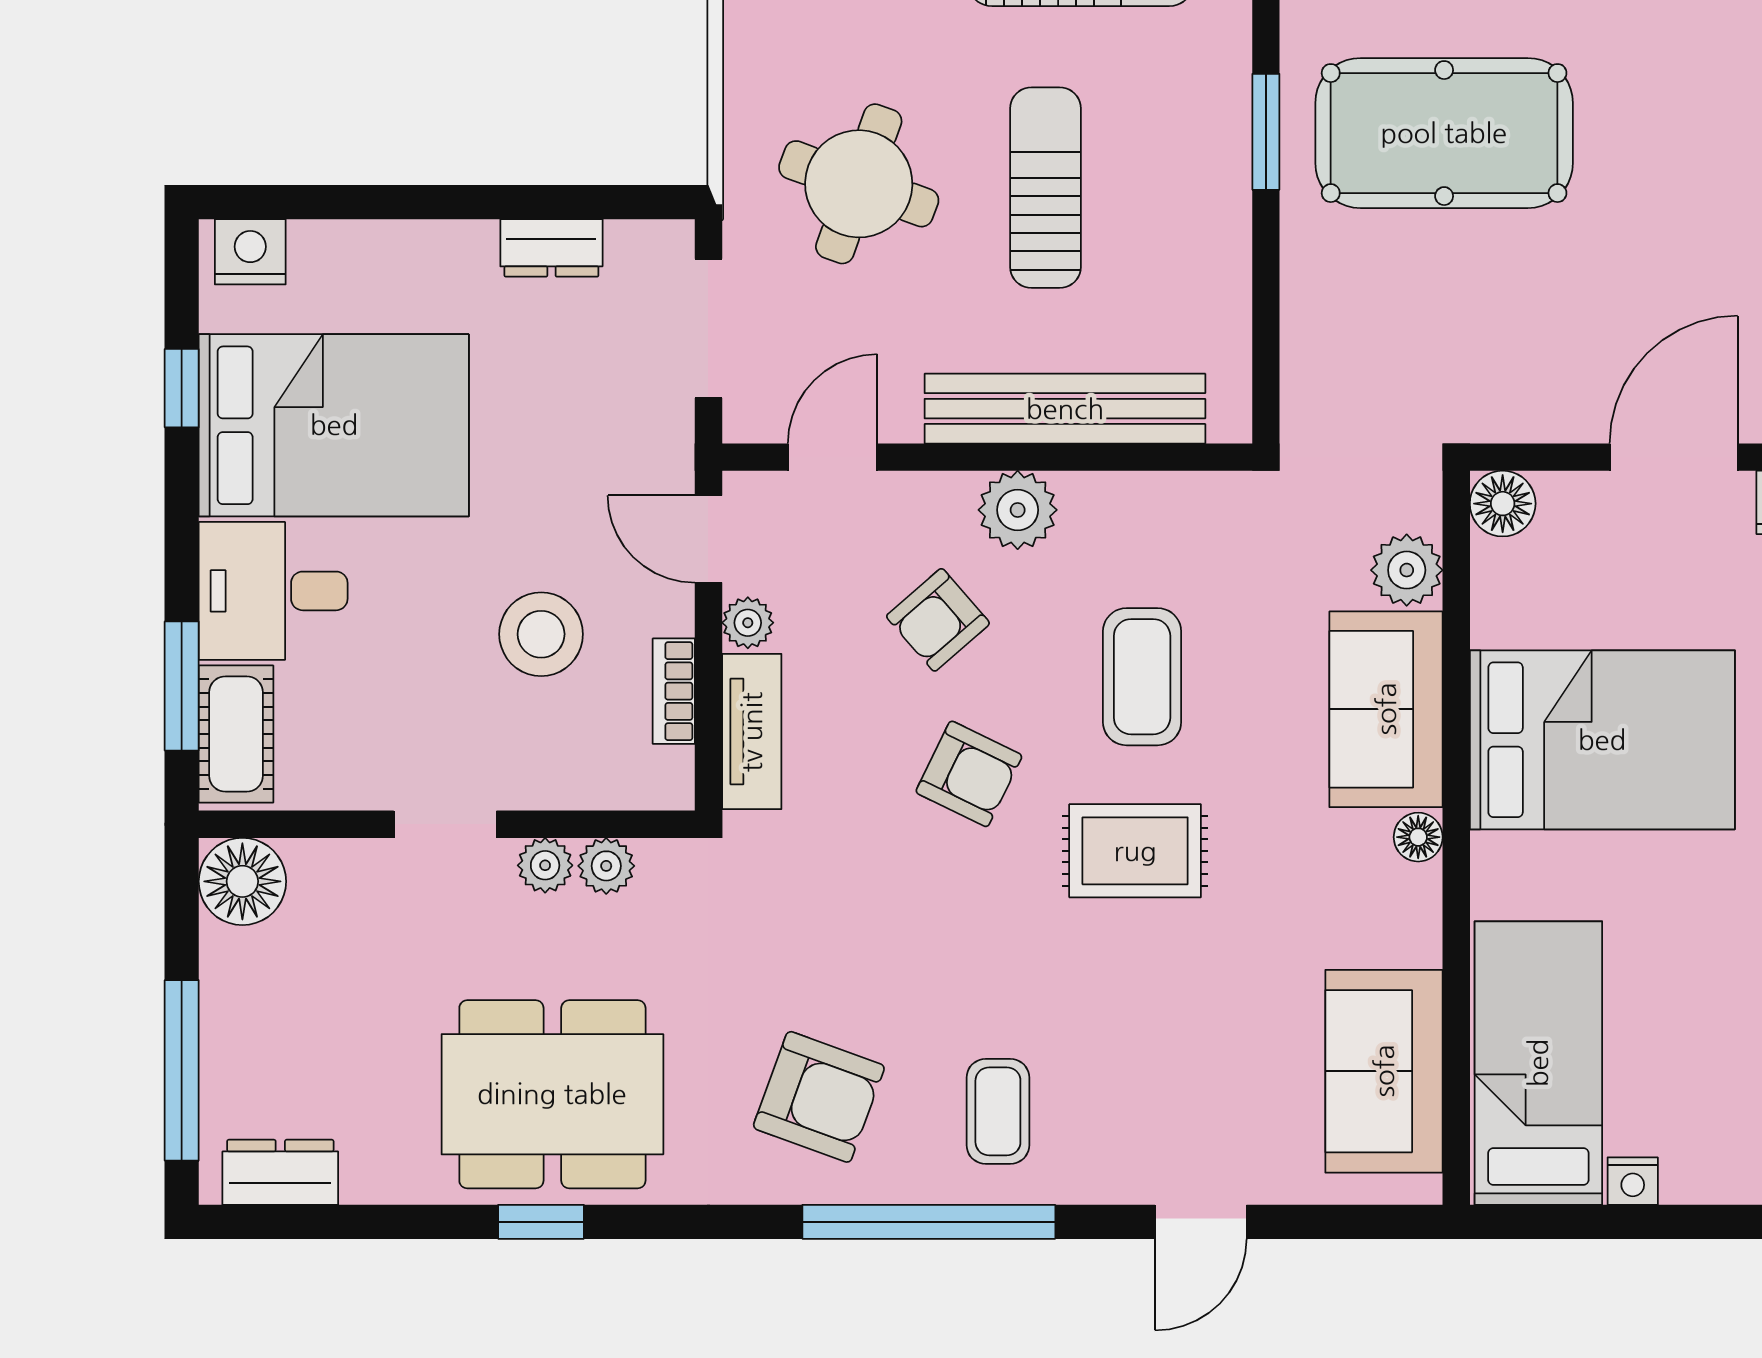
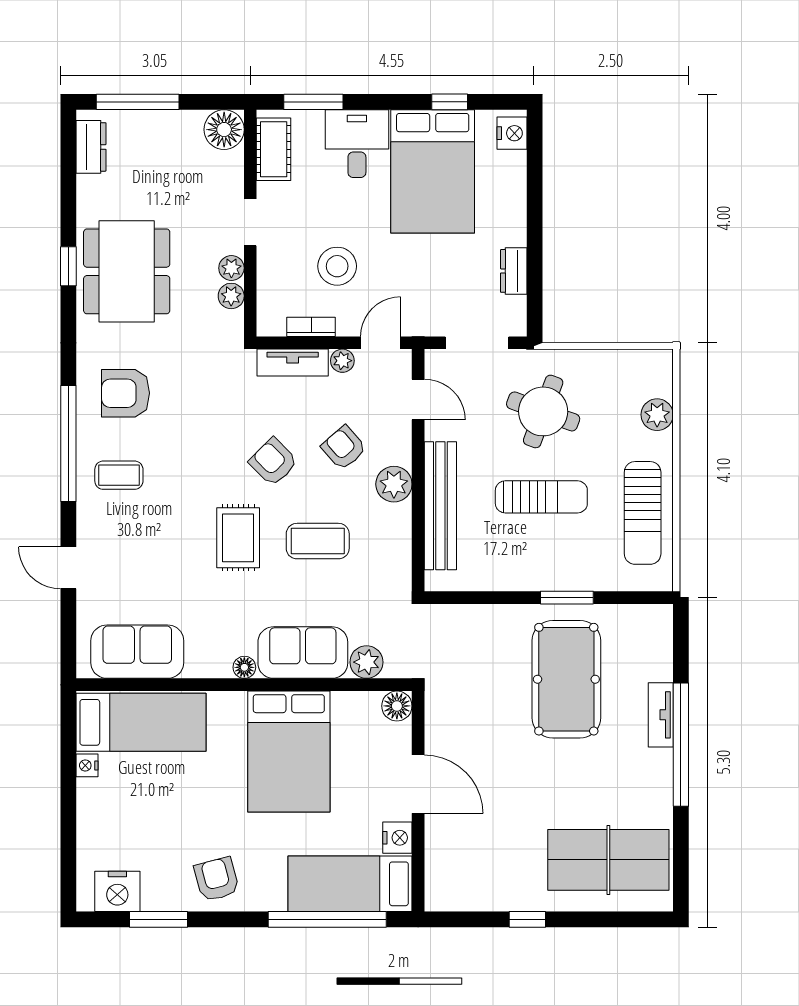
cot: (236, 734) -> (274, 149), moved, turned 90
armchair: (969, 774) -> (273, 462), turned 109
armchair: (819, 1097) -> (126, 393), turned 70

